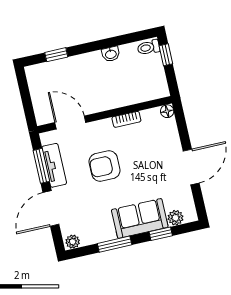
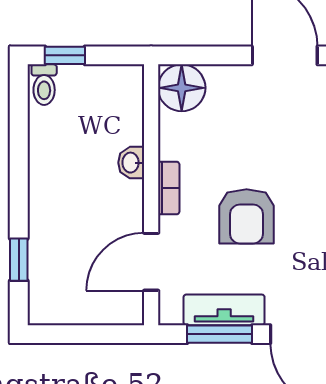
washbasin: (111, 54) -> (131, 163), moved, turned 180
floor lamp: (167, 111) -> (182, 88), width x1.89, depth x1.89
bookcase: (126, 119) -> (169, 188), moved

